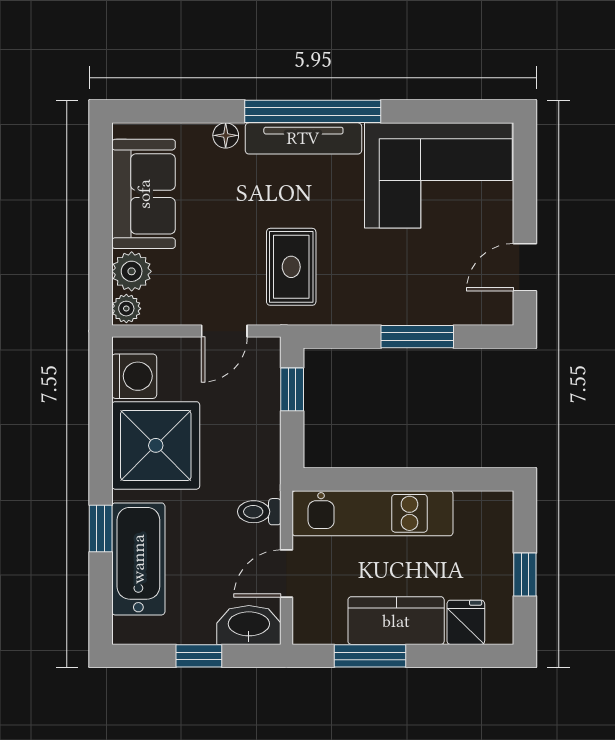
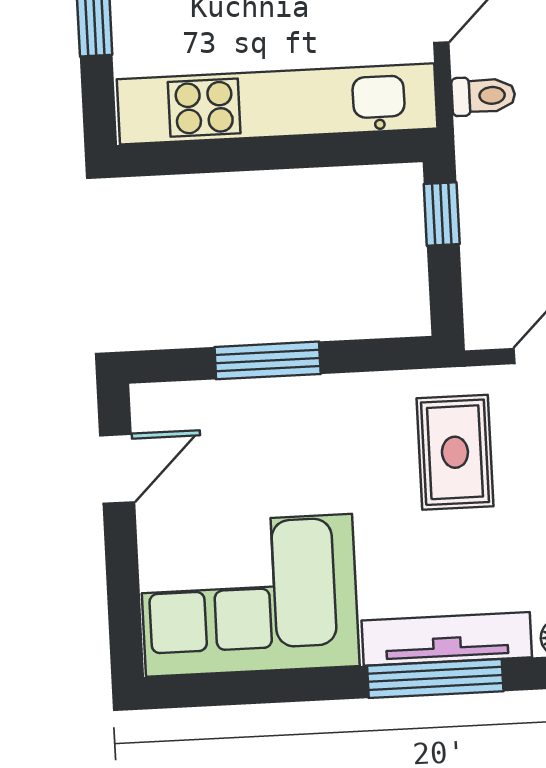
window: (313, 111) -> (435, 679), width x0.68
window: (292, 389) -> (442, 214), moved
kitchen unit: (372, 513) -> (277, 104), width x1.36

